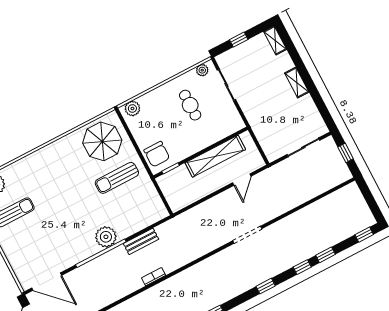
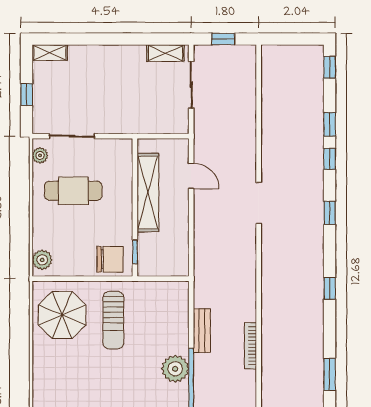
shelving: (297, 83) -> (165, 53), moved
cafe table: (190, 105) -> (73, 191), width x1.37, depth x1.35
bookcase: (154, 277) -> (251, 346), width x1.56

